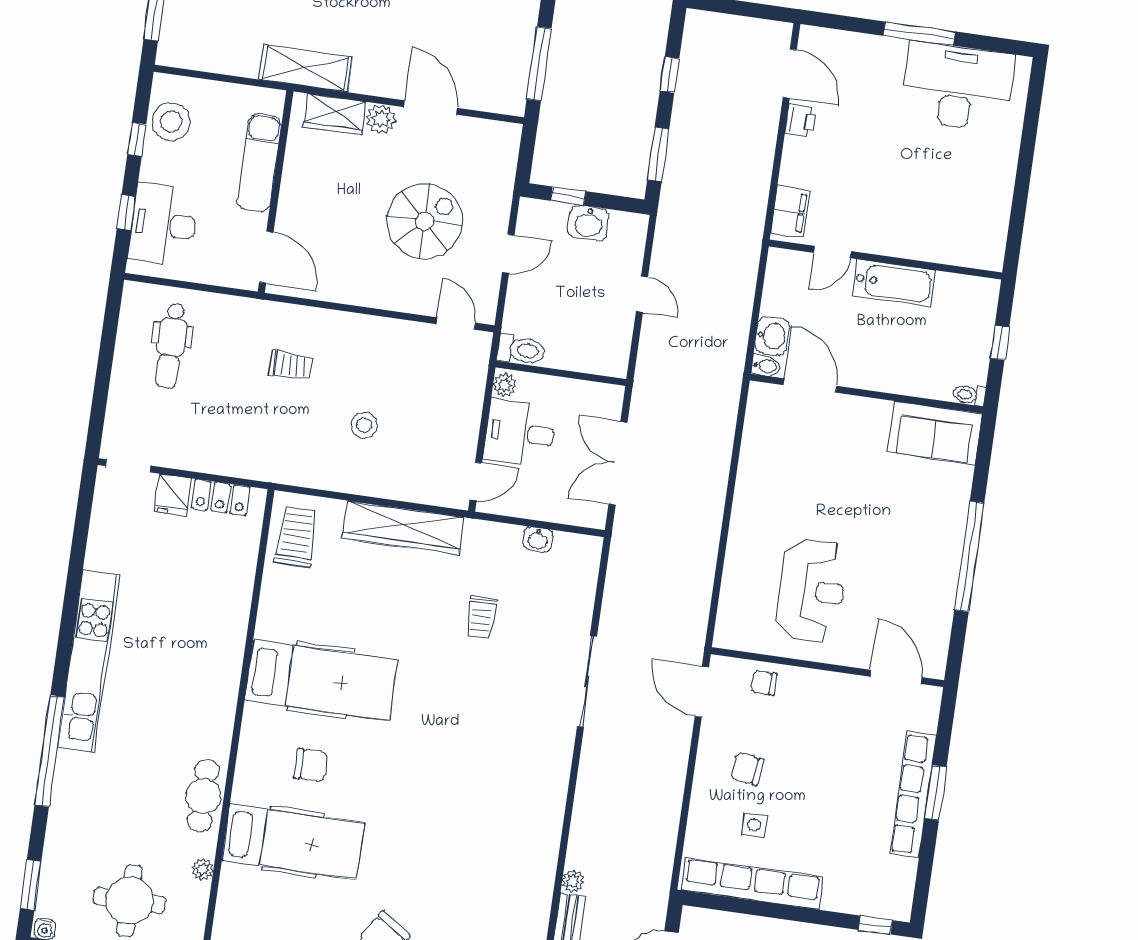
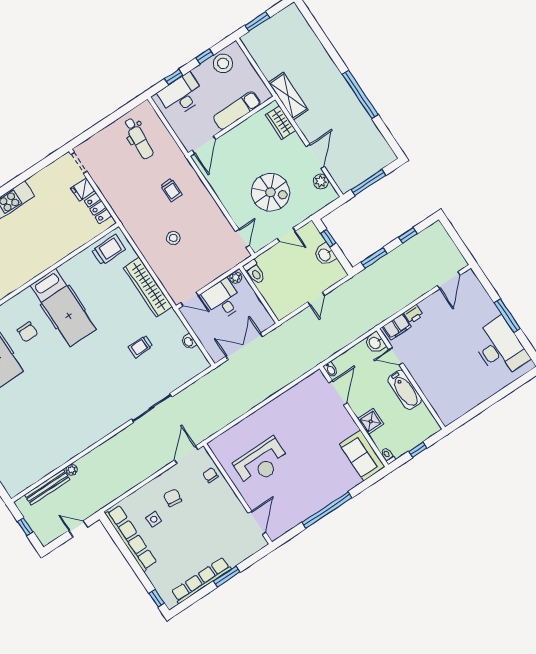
plant: (381, 119) -> (321, 181), moved
printer: (800, 121) -> (414, 314), moved
washbasin: (772, 336) -> (375, 343), moved, turned 90
dental chair: (171, 345) -> (139, 138), turned -86
shower: (895, 375) -> (371, 421), added
row of seats: (913, 794) -> (201, 580), moved

